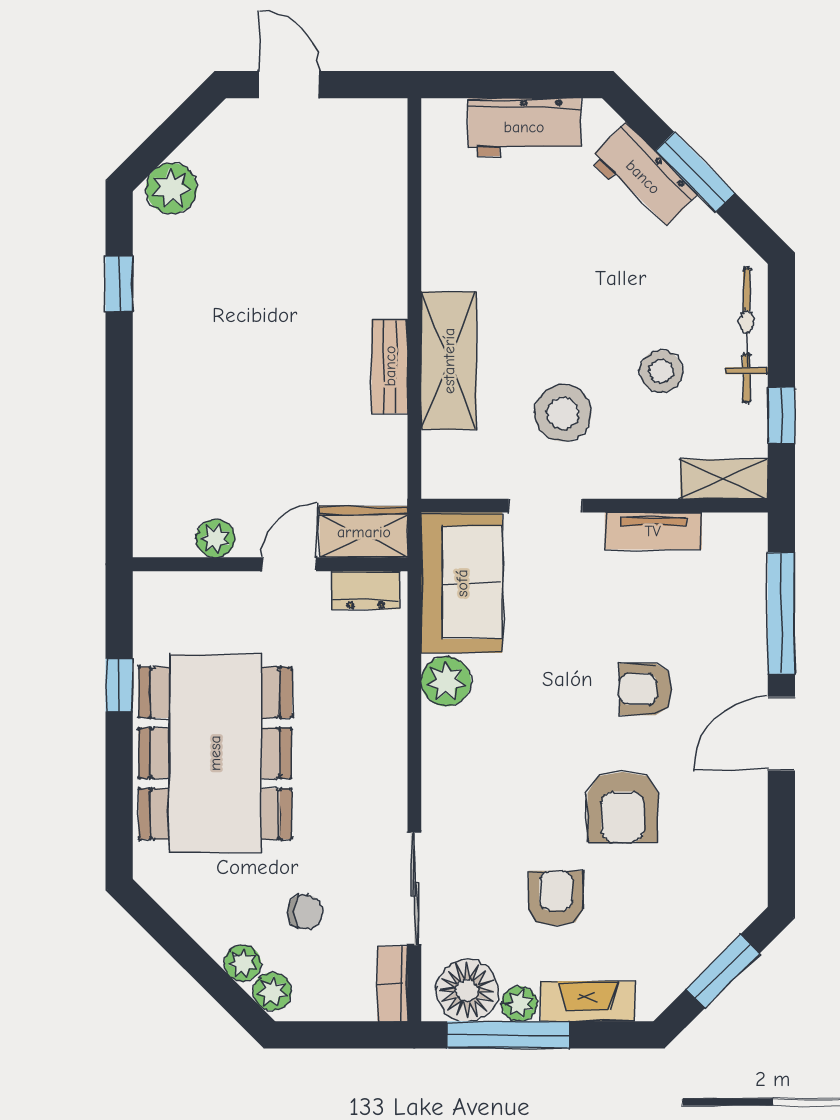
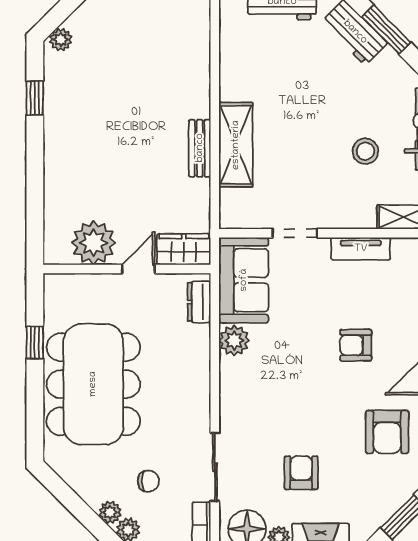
plant: (171, 188) -> (61, 40), width x0.73, depth x0.73
stool: (563, 413) -> (305, 177), removed
plant: (215, 538) -> (94, 243), width x1.88, depth x1.88
dresser: (366, 590) -> (199, 302), moved, turned 90
armchair: (623, 807) -> (387, 432), moved

